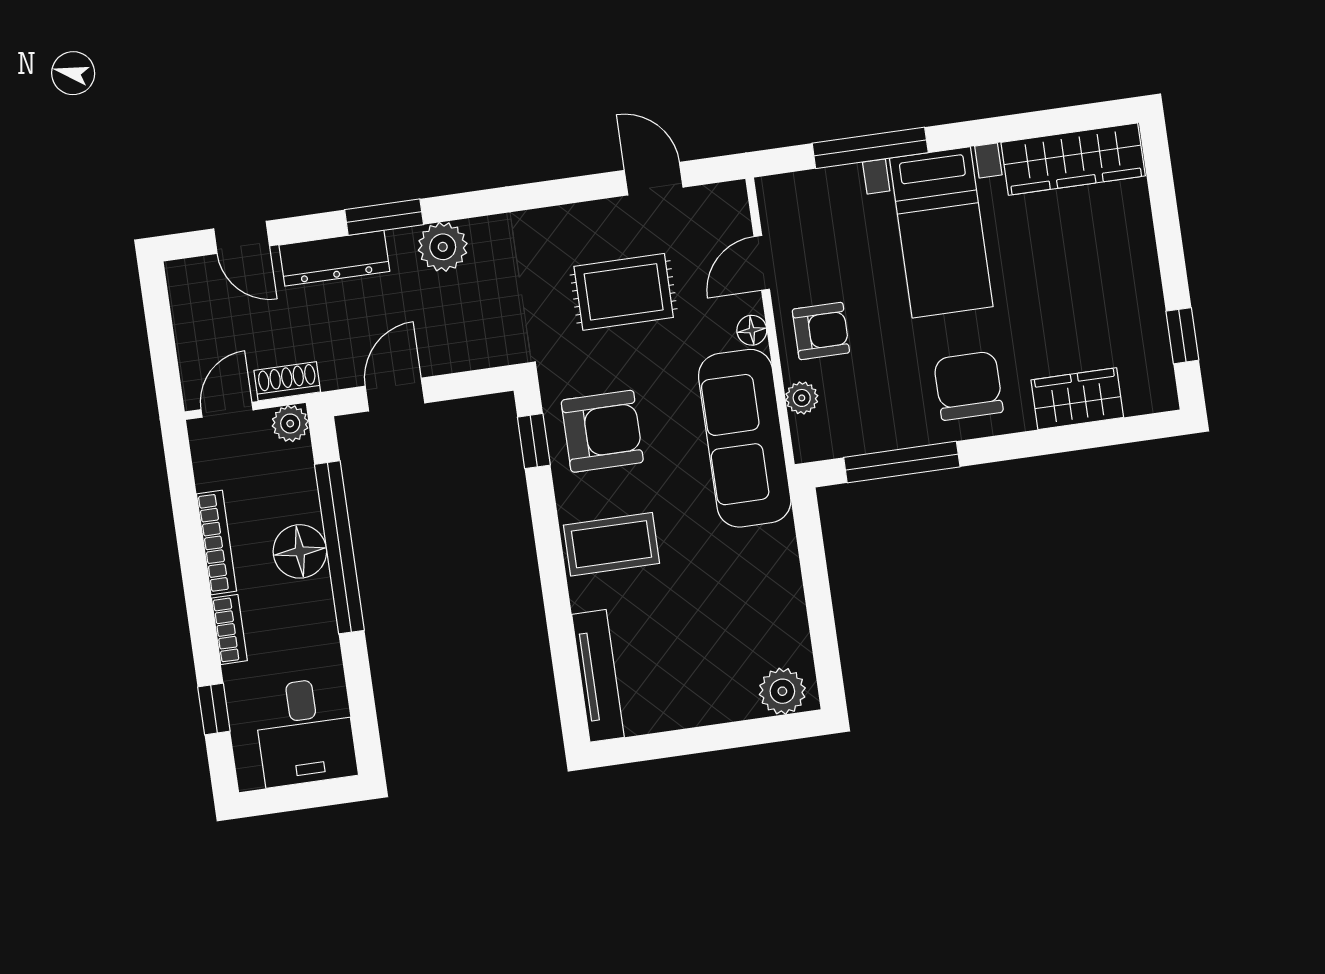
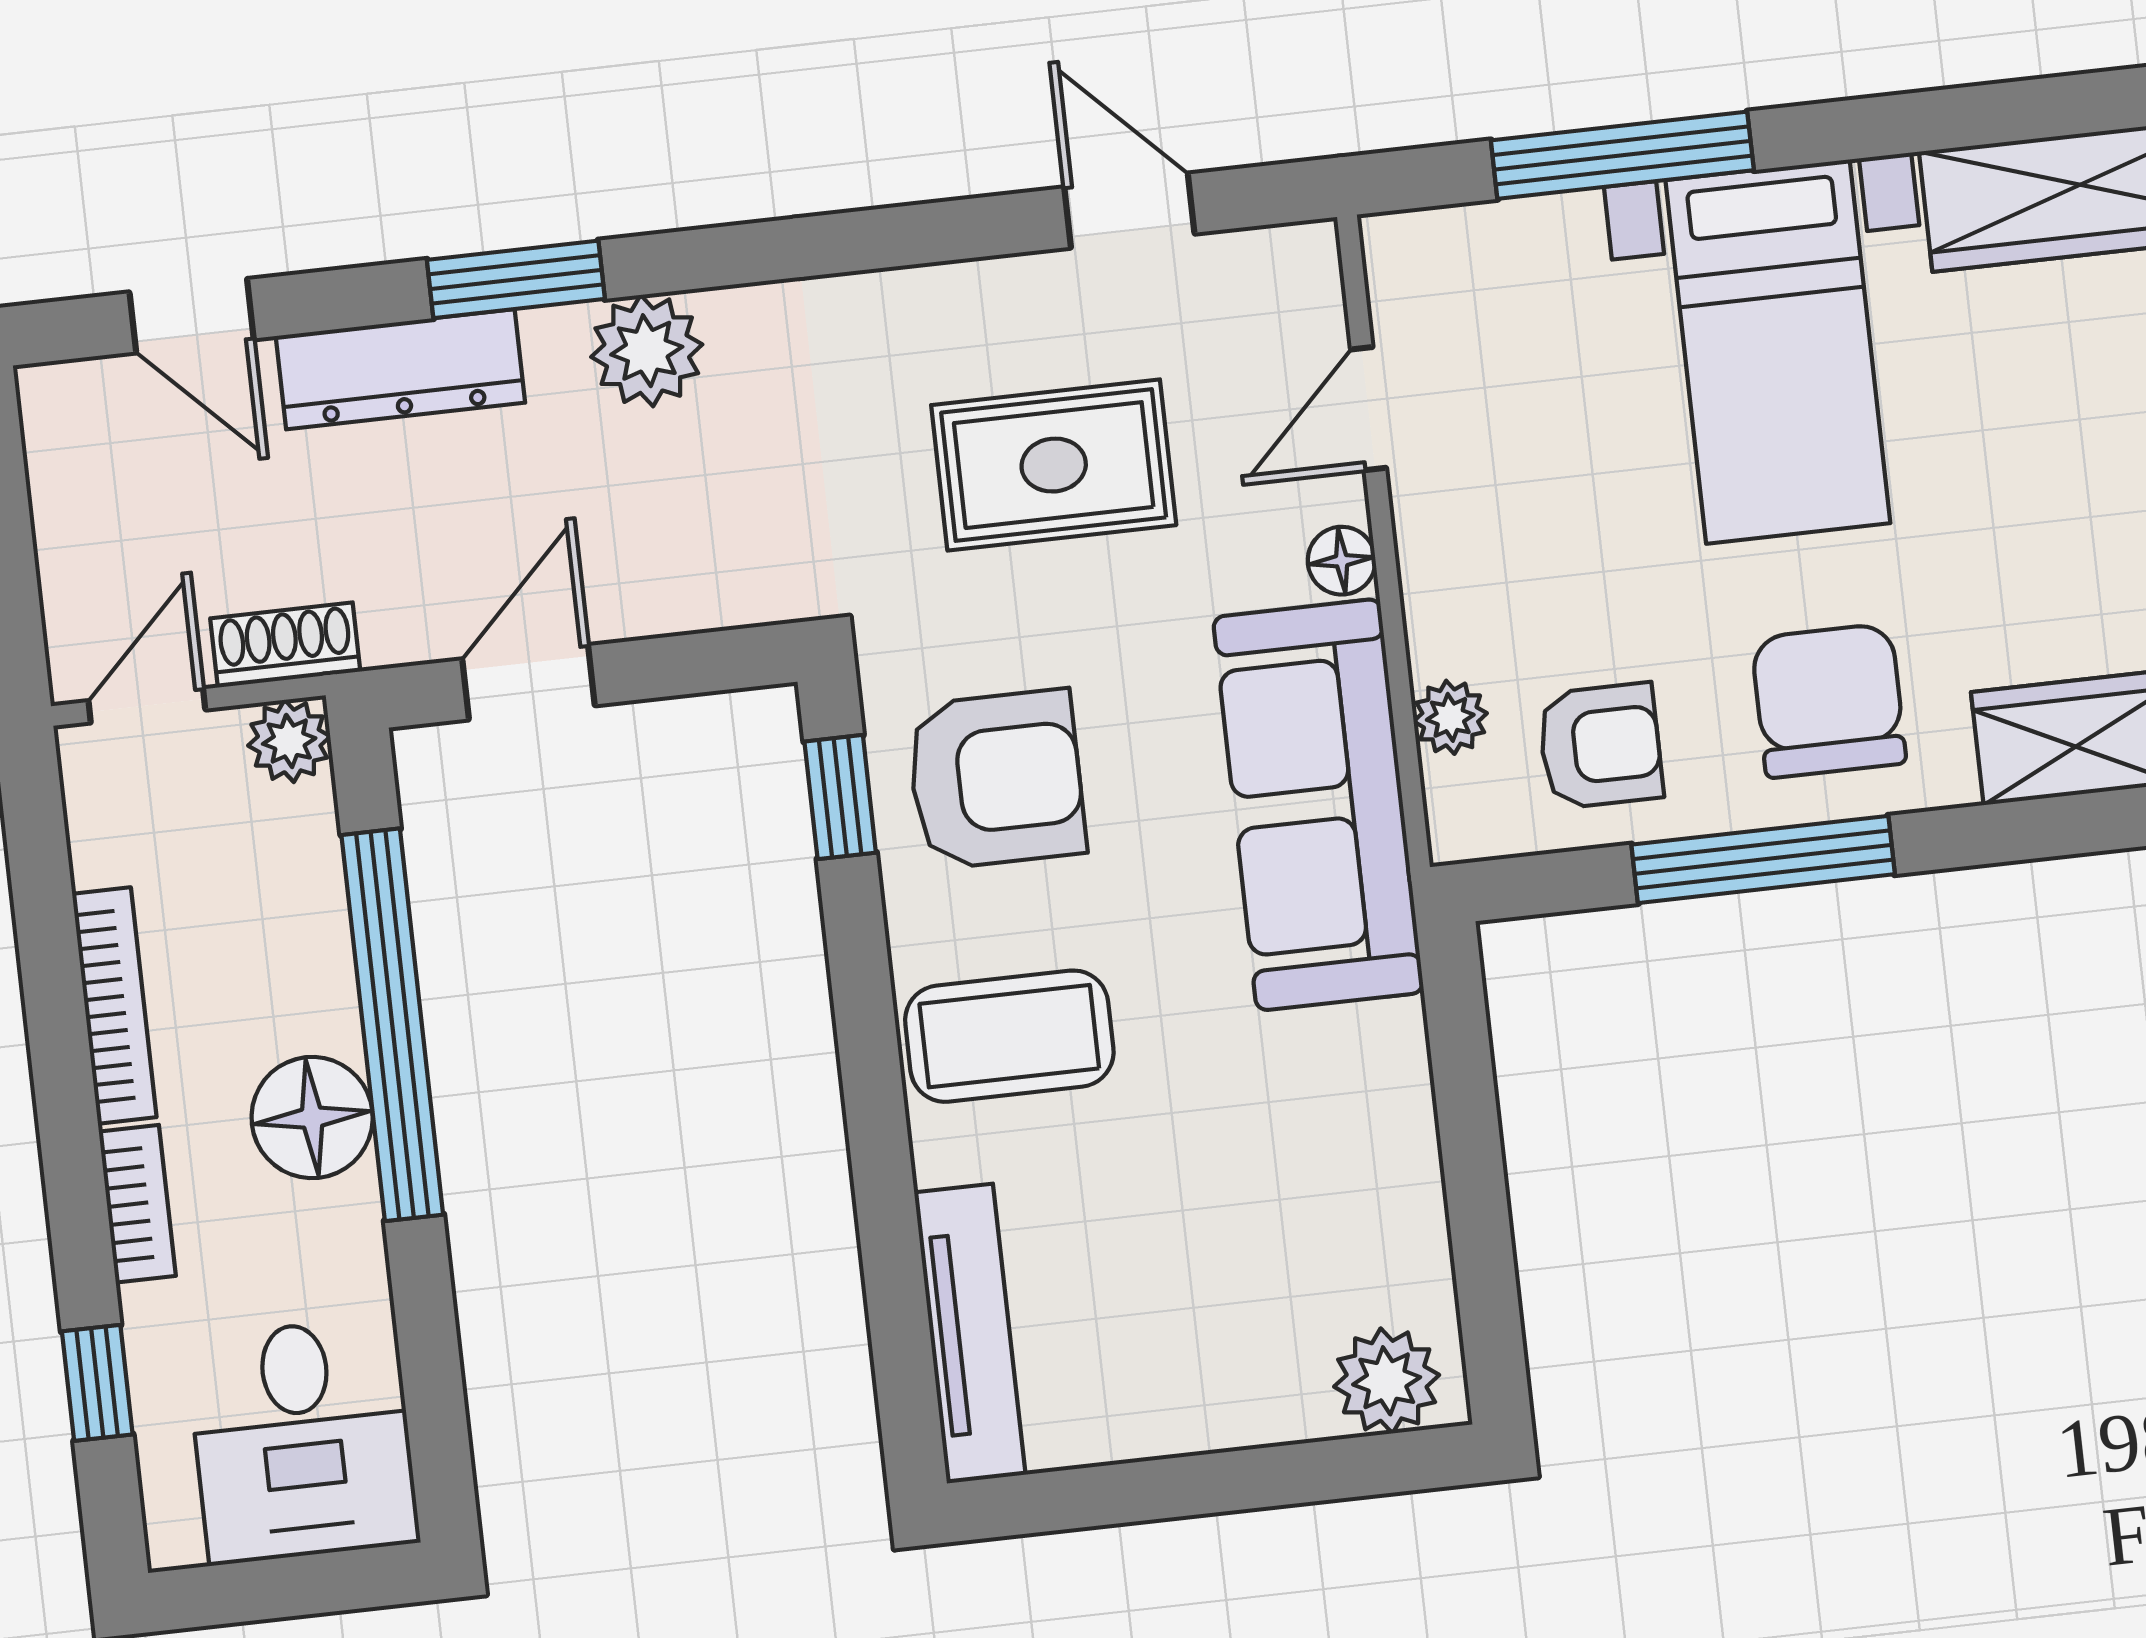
armchair: (821, 331) -> (1600, 746), moved
window: (902, 462) -> (1763, 859), moved
floor lamp: (300, 551) -> (312, 1118), moved

